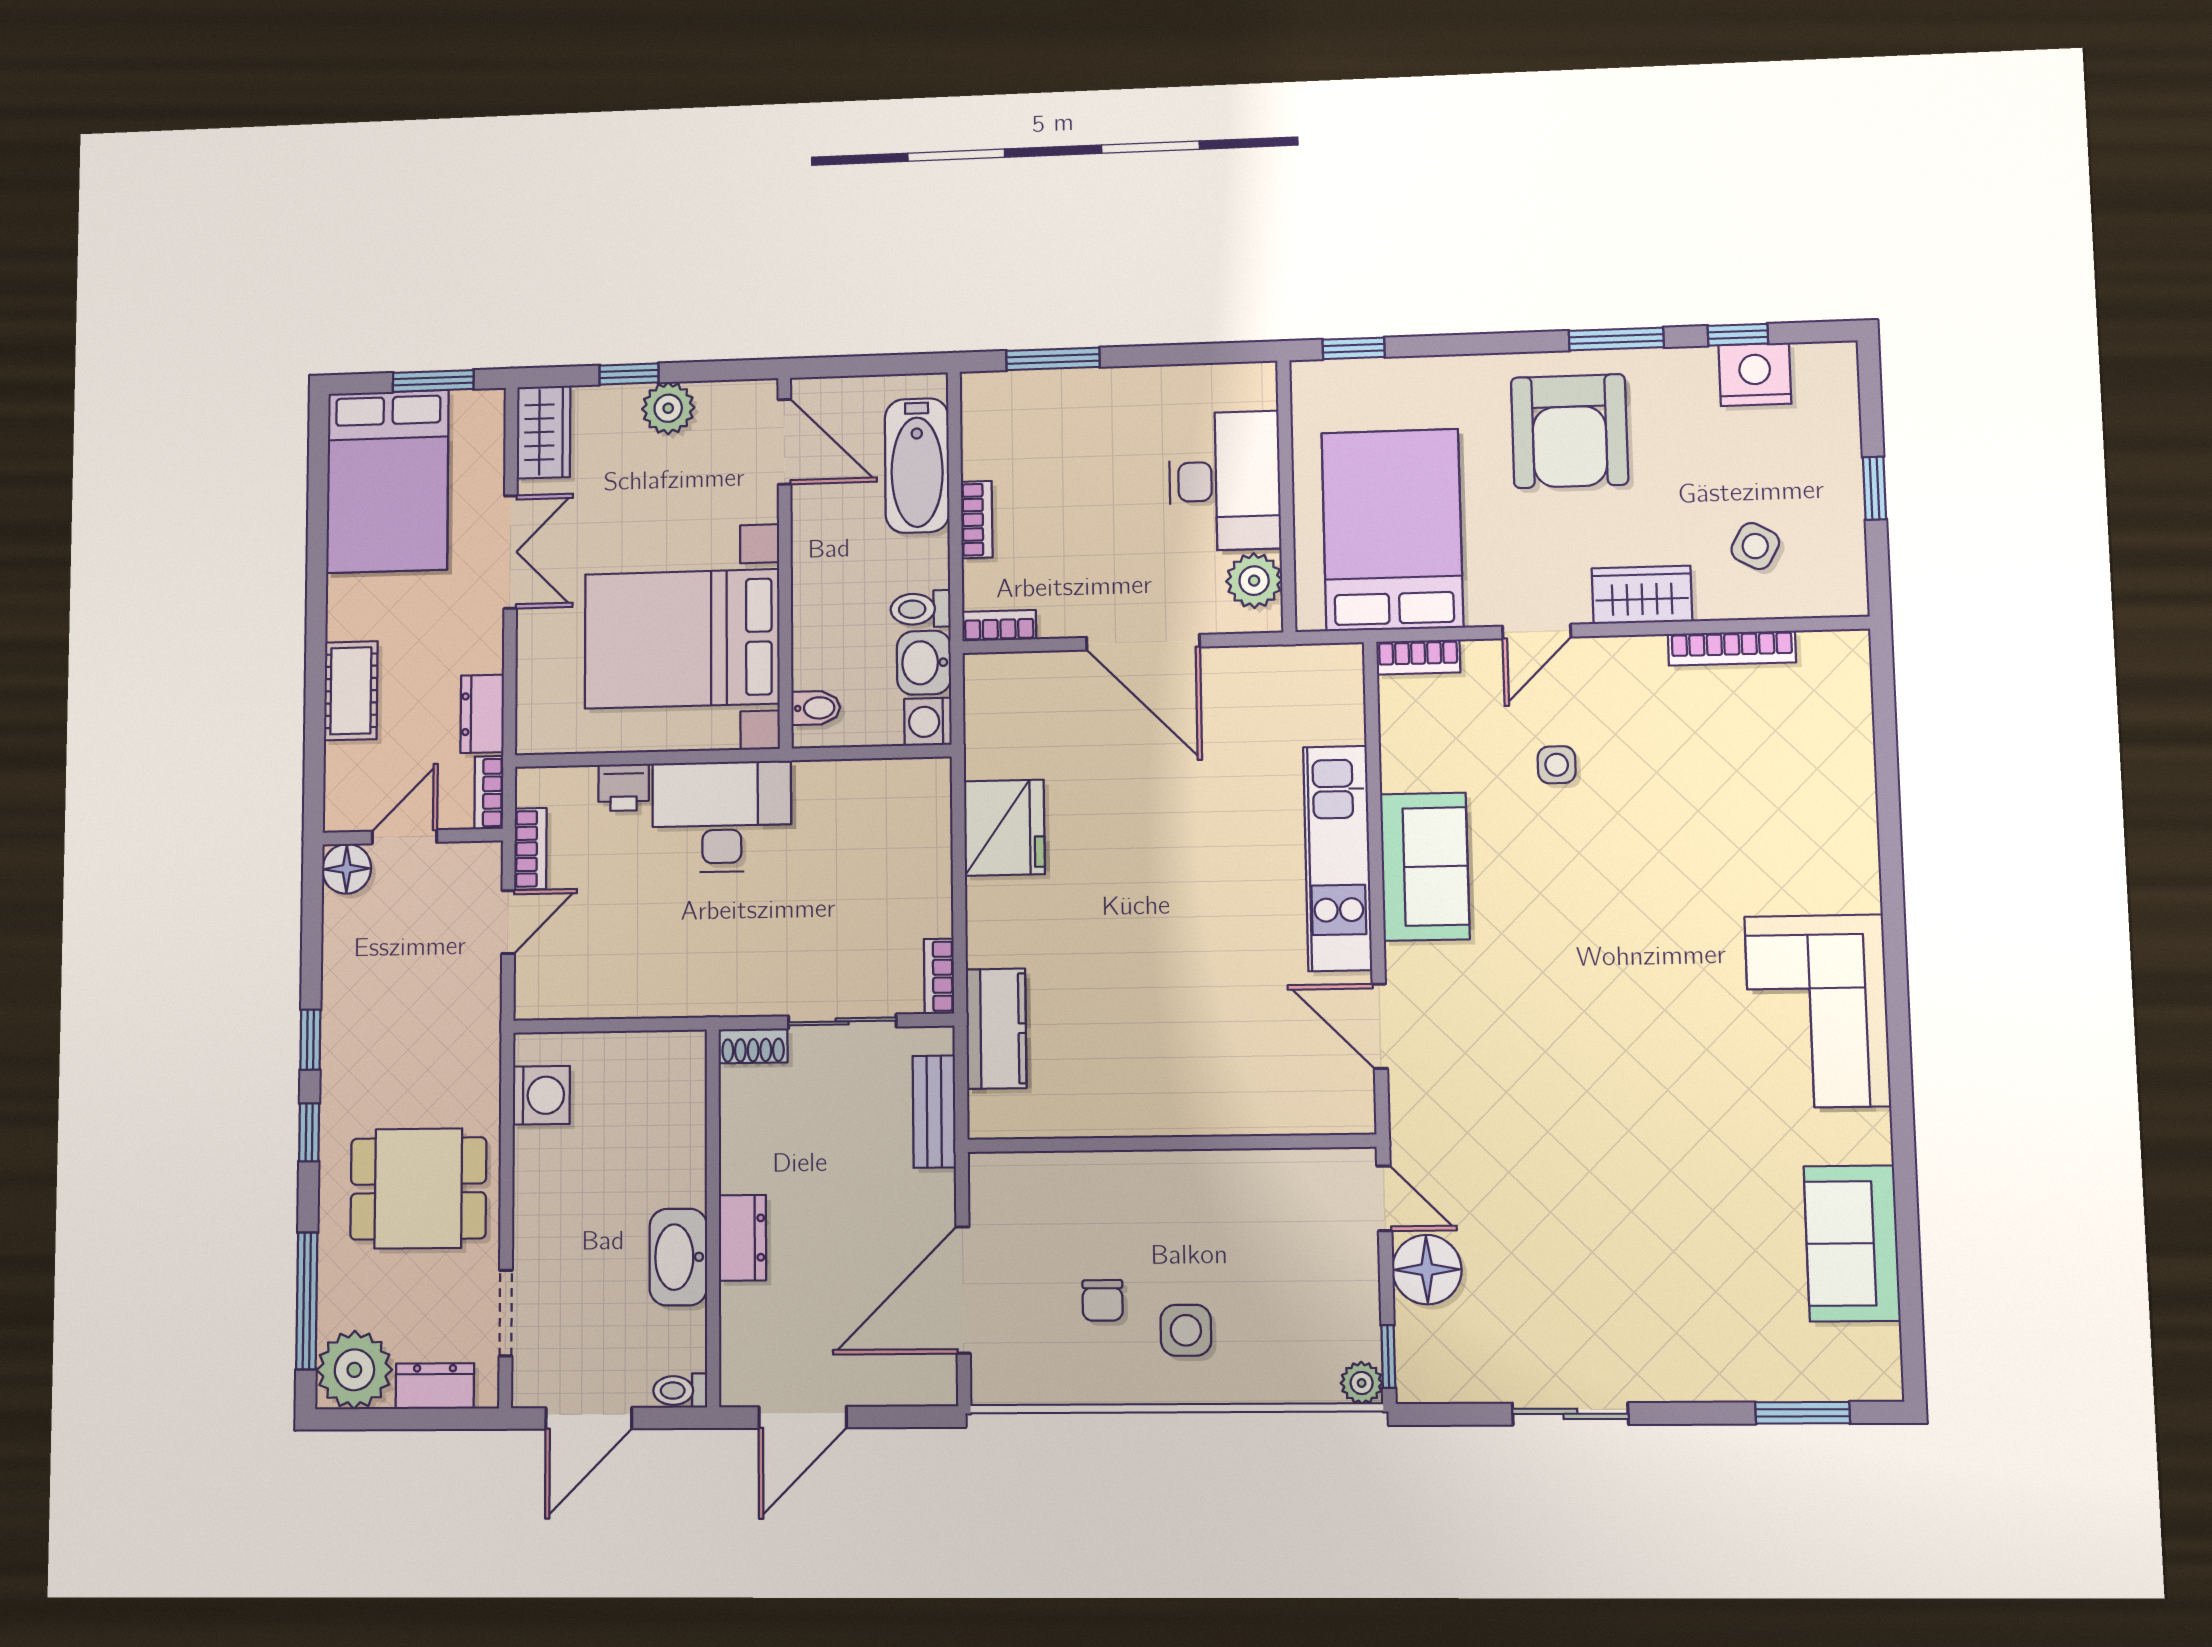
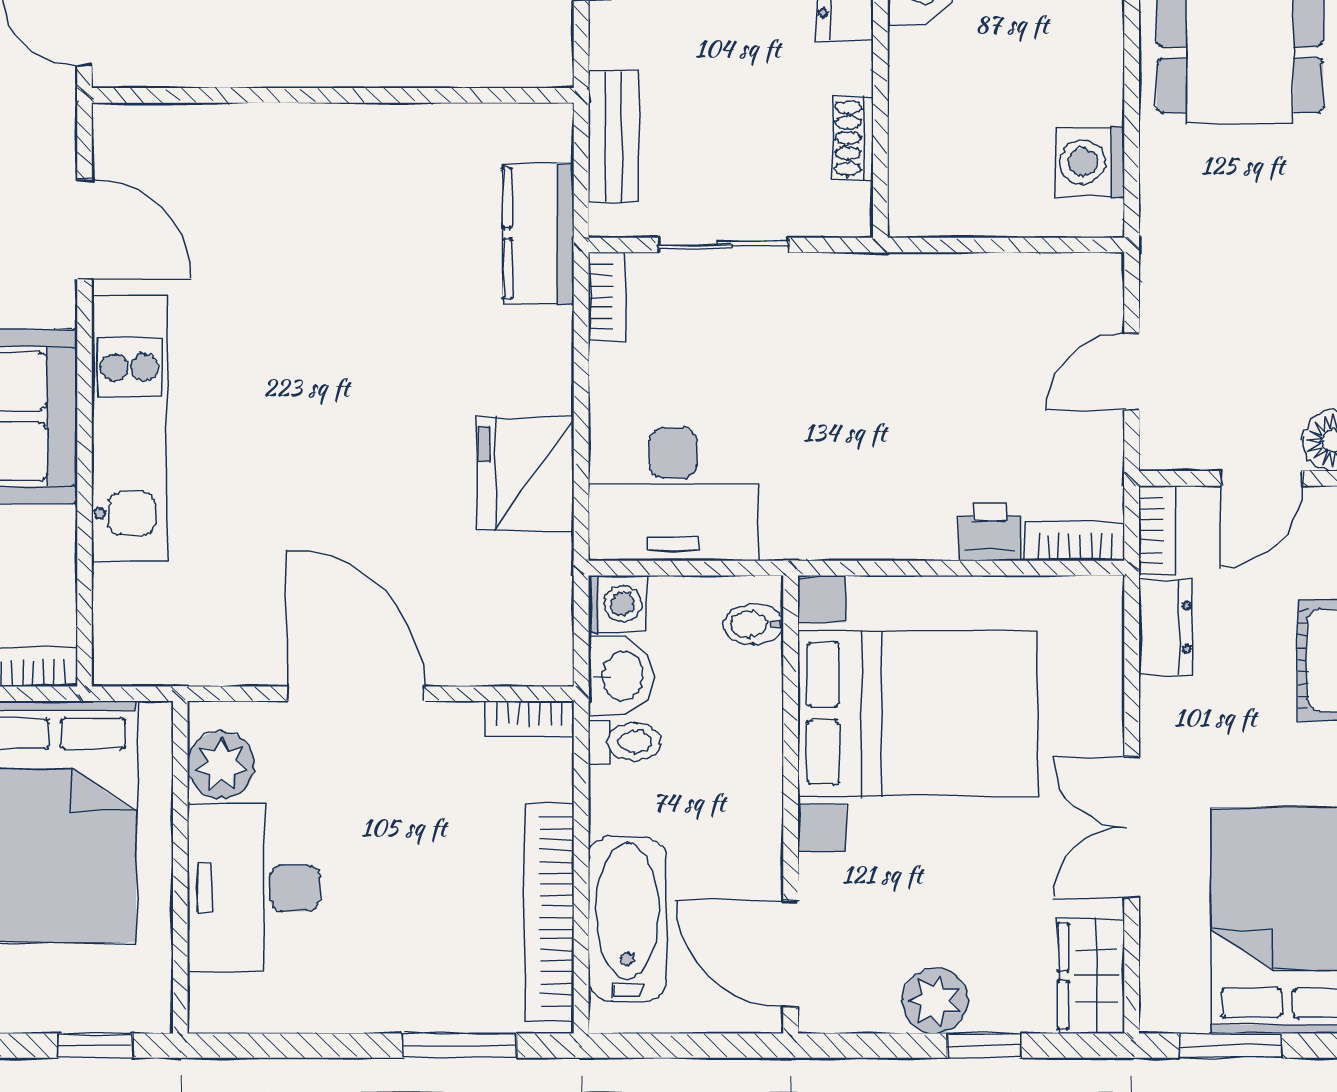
bookcase: (977, 520) -> (549, 912), width x2.31, depth x1.31
desk: (722, 817) -> (673, 494), moved
bookcase: (530, 849) -> (1075, 541), moved, turned 90
shoe rack: (753, 1046) -> (853, 138), moved, turned -90

